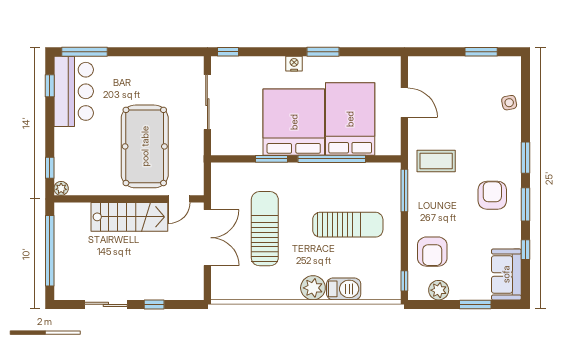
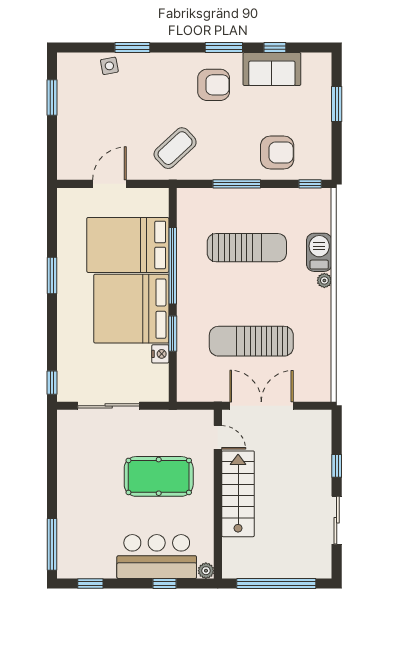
nightstand: (294, 64) -> (160, 354), moved, turned 180
bar counter: (74, 91) -> (157, 557), moved
pool table: (145, 146) -> (159, 476), width x0.73, depth x0.76
window: (526, 158) -> (132, 47), moved
coffee table: (436, 161) -> (175, 148), turned 47
window: (50, 168) -> (164, 584), moved
window: (404, 190) -> (237, 184), moved
armchair: (492, 195) -> (214, 85), turned 180
sun lounger: (348, 225) -> (247, 248), turned 90
sofa: (506, 274) -> (272, 69), moved
plant: (313, 288) -> (324, 280), width x0.53, depth x0.53
plant: (439, 290) -> (321, 145), removed

